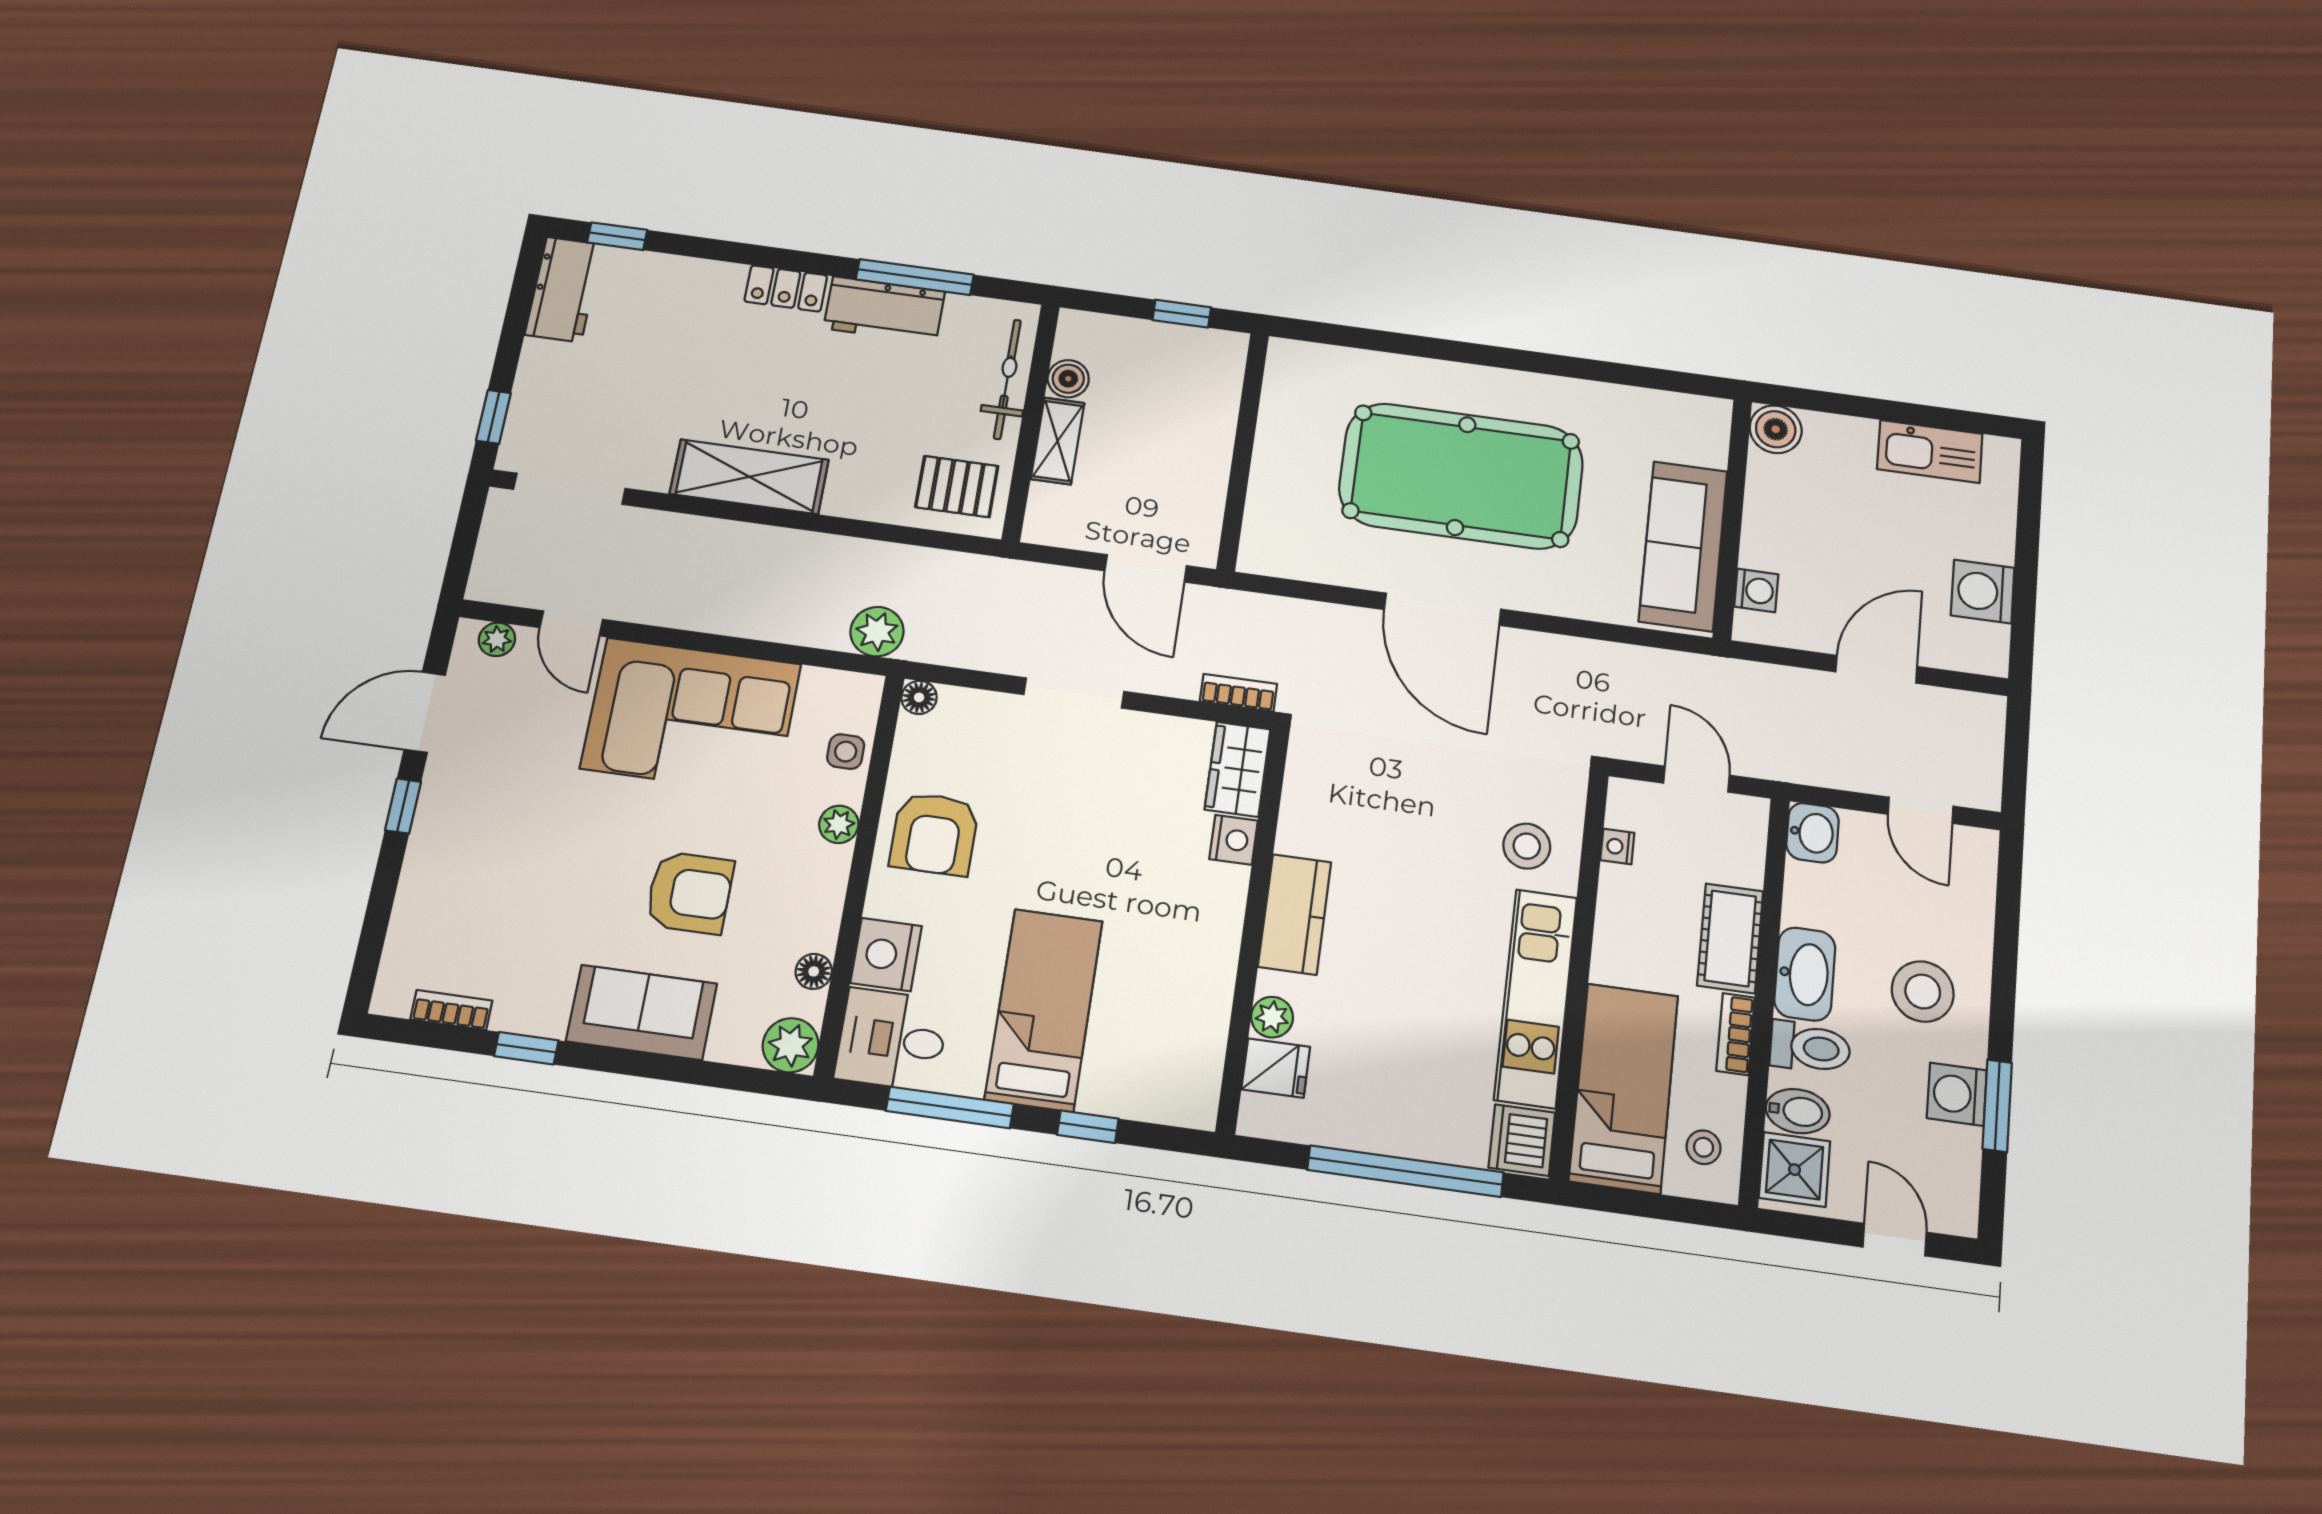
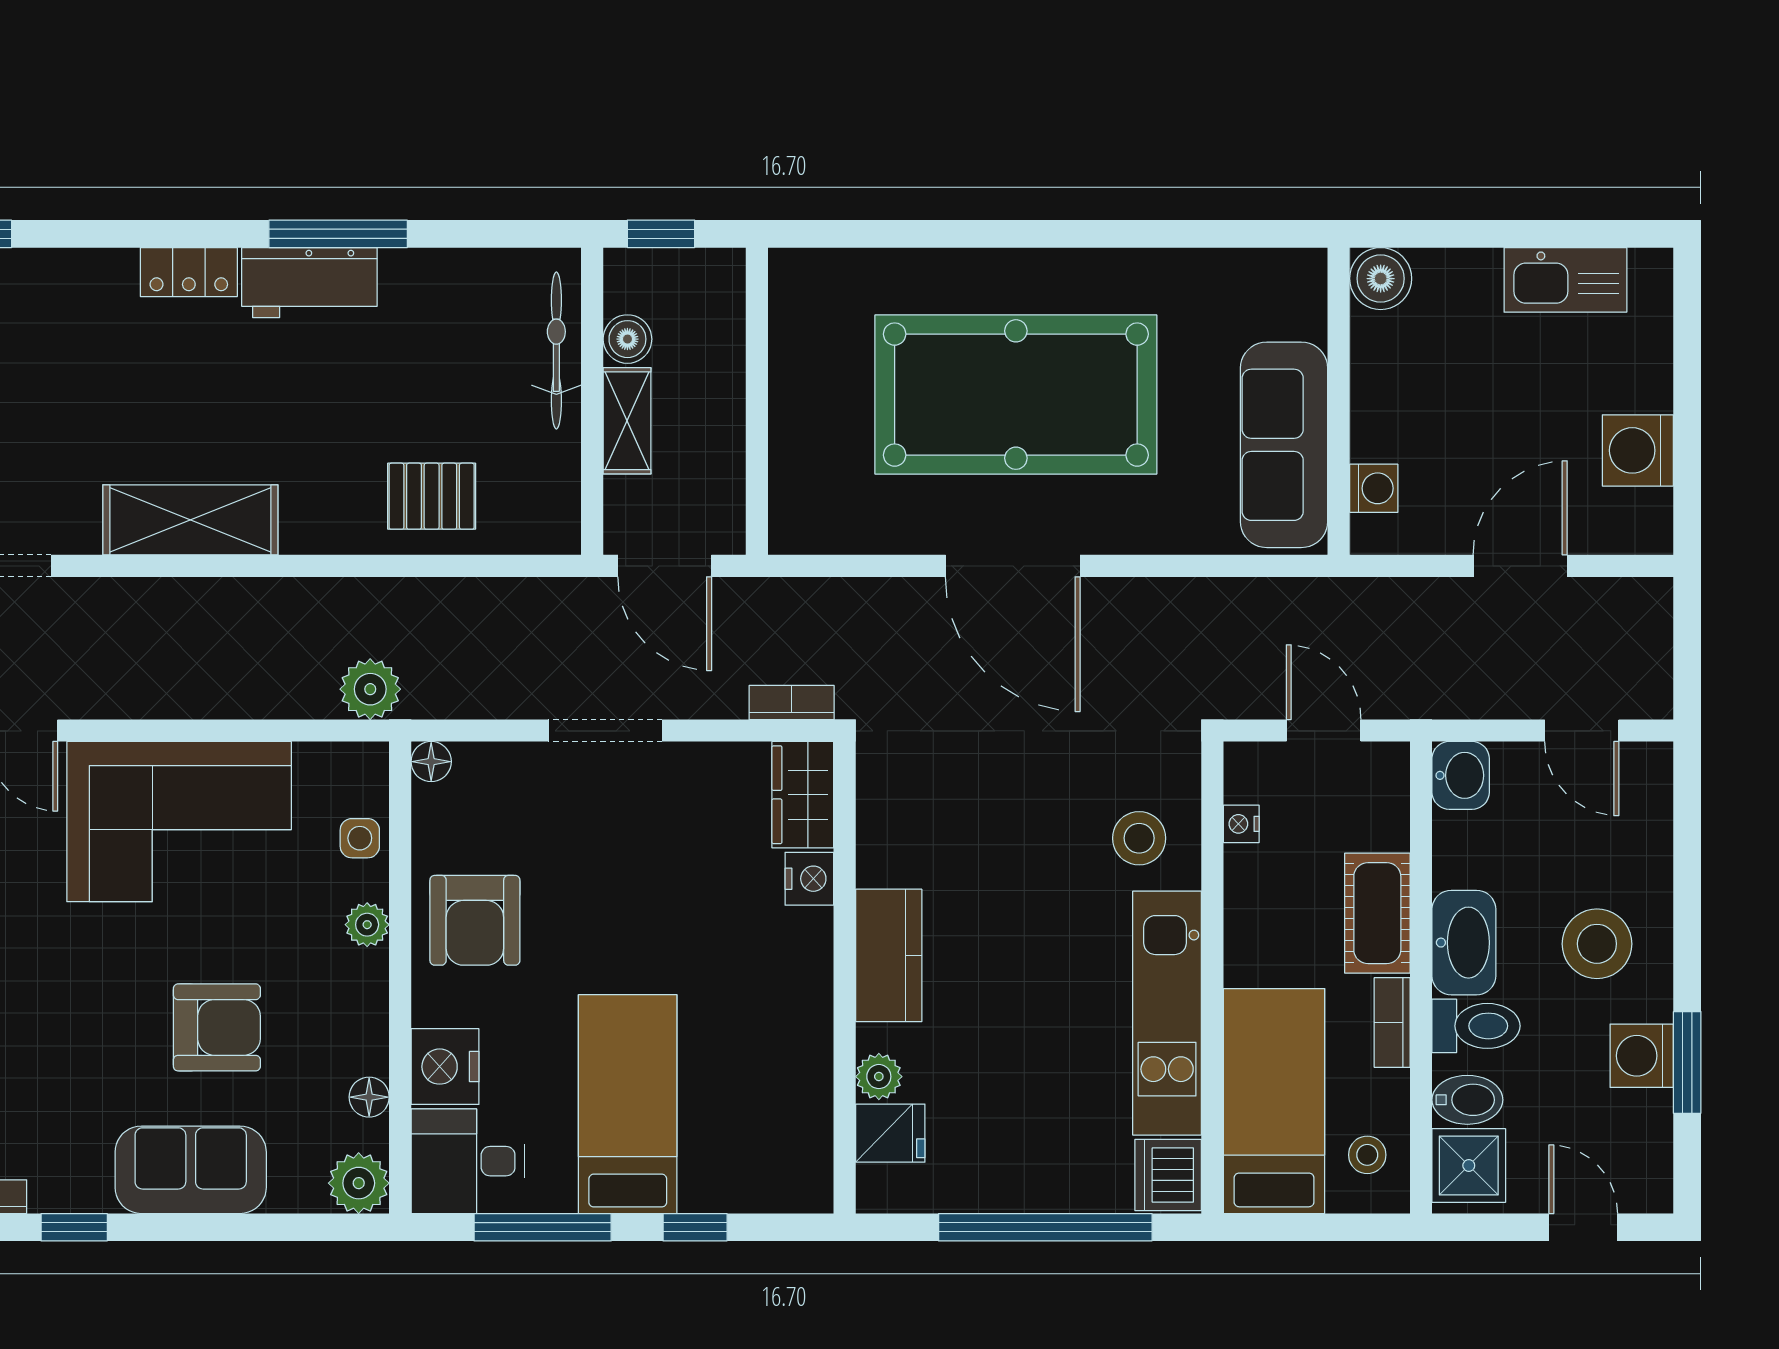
bicycle: (1007, 379) -> (556, 351), moved
boiler: (1068, 379) -> (627, 339), moved
wall: (1031, 422) -> (592, 401), moved
shelving: (1058, 441) -> (627, 421), moved

